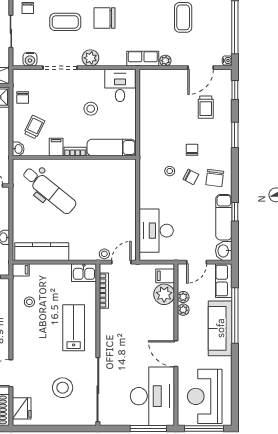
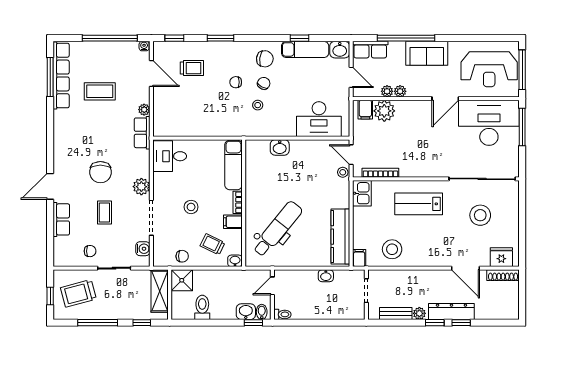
coffee table: (65, 22) -> (104, 212), width x0.73, depth x0.77
stool: (91, 109) -> (191, 207), moved
washbasin: (129, 193) -> (280, 147), added
stool: (29, 302) -> (392, 249), width x1.89, depth x1.89
sofa: (220, 328) -> (427, 53), width x0.73

